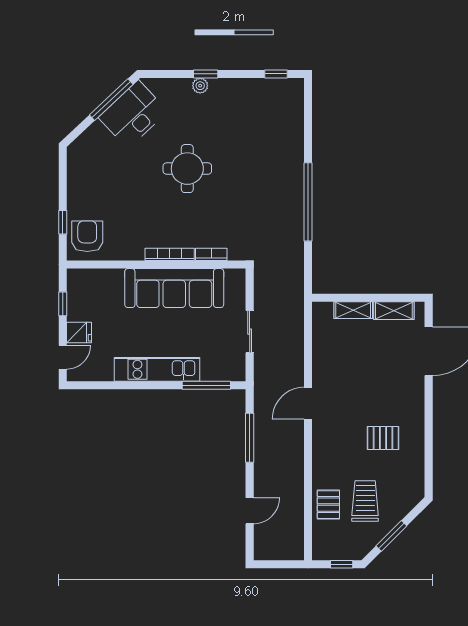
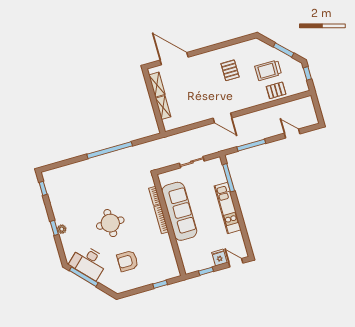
armchair: (87, 236) -> (128, 261), moved

